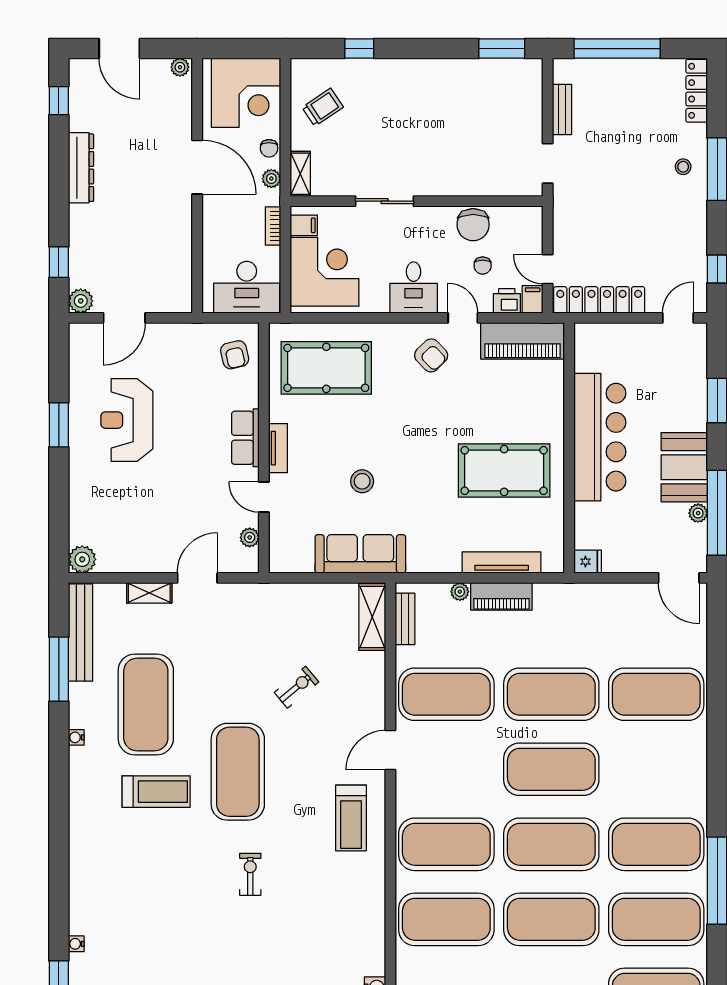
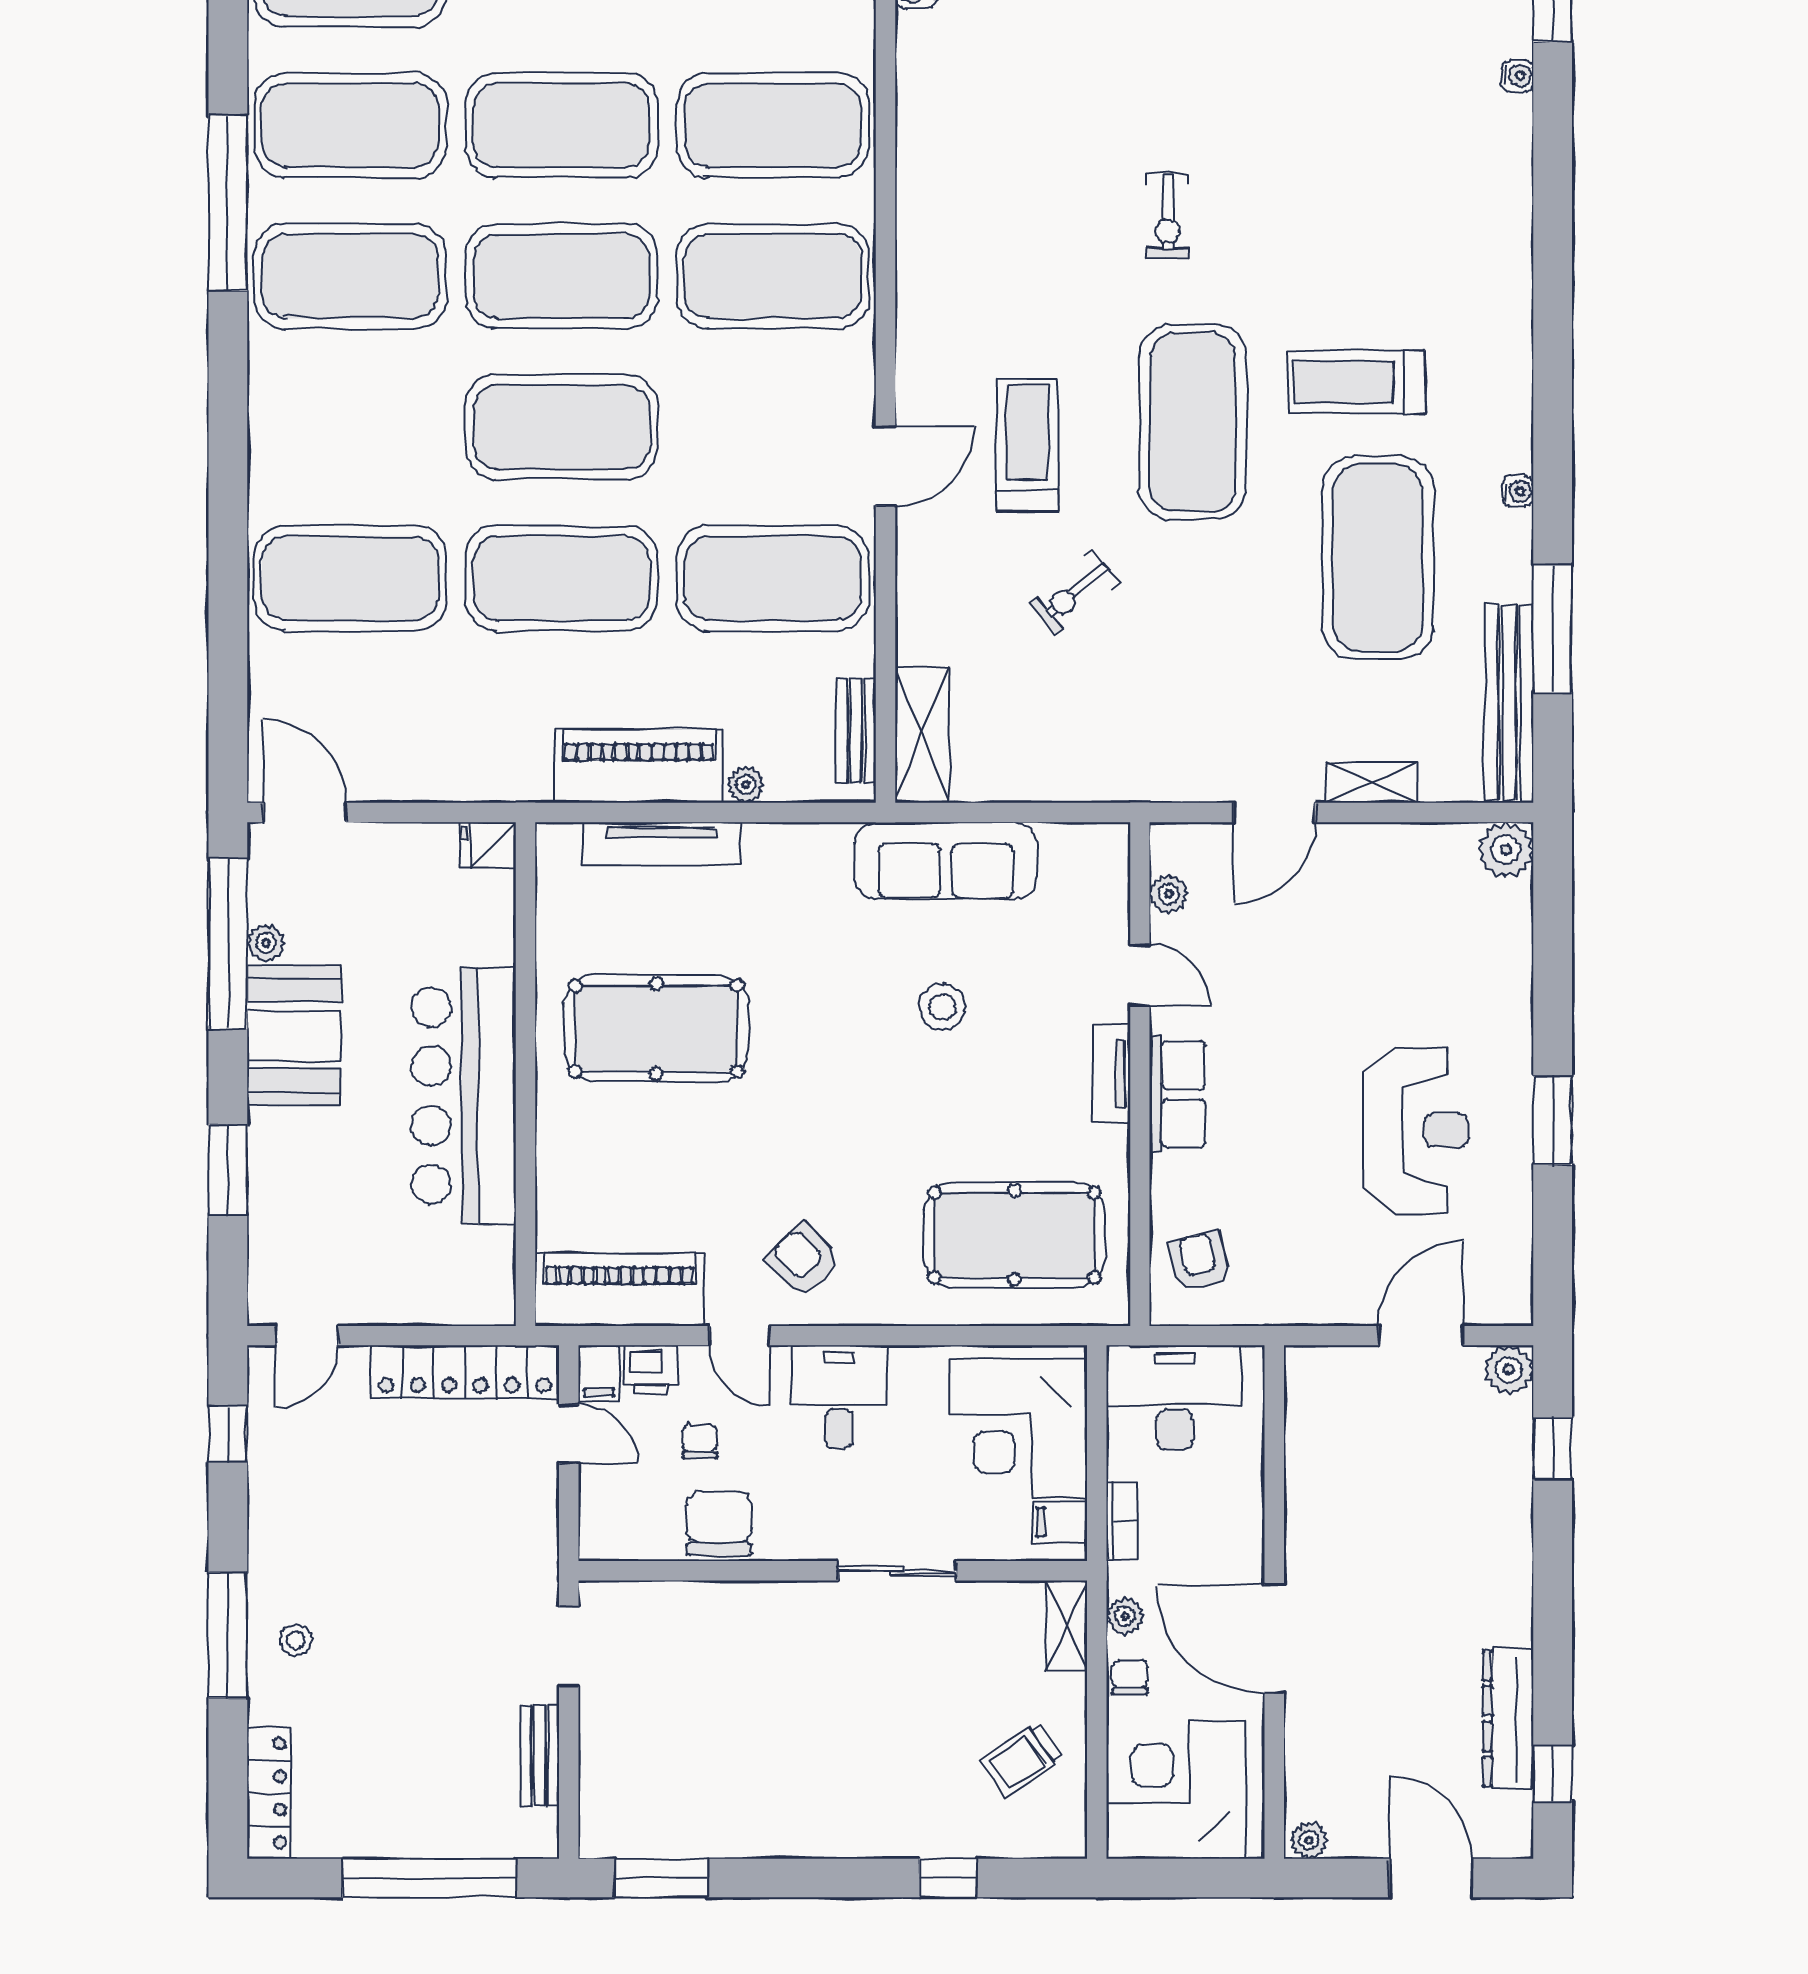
dresser: (81, 168) -> (1508, 1719), moved
piano: (501, 596) -> (639, 766), width x1.37, depth x1.33
treadmill: (351, 818) -> (1027, 445), moved

